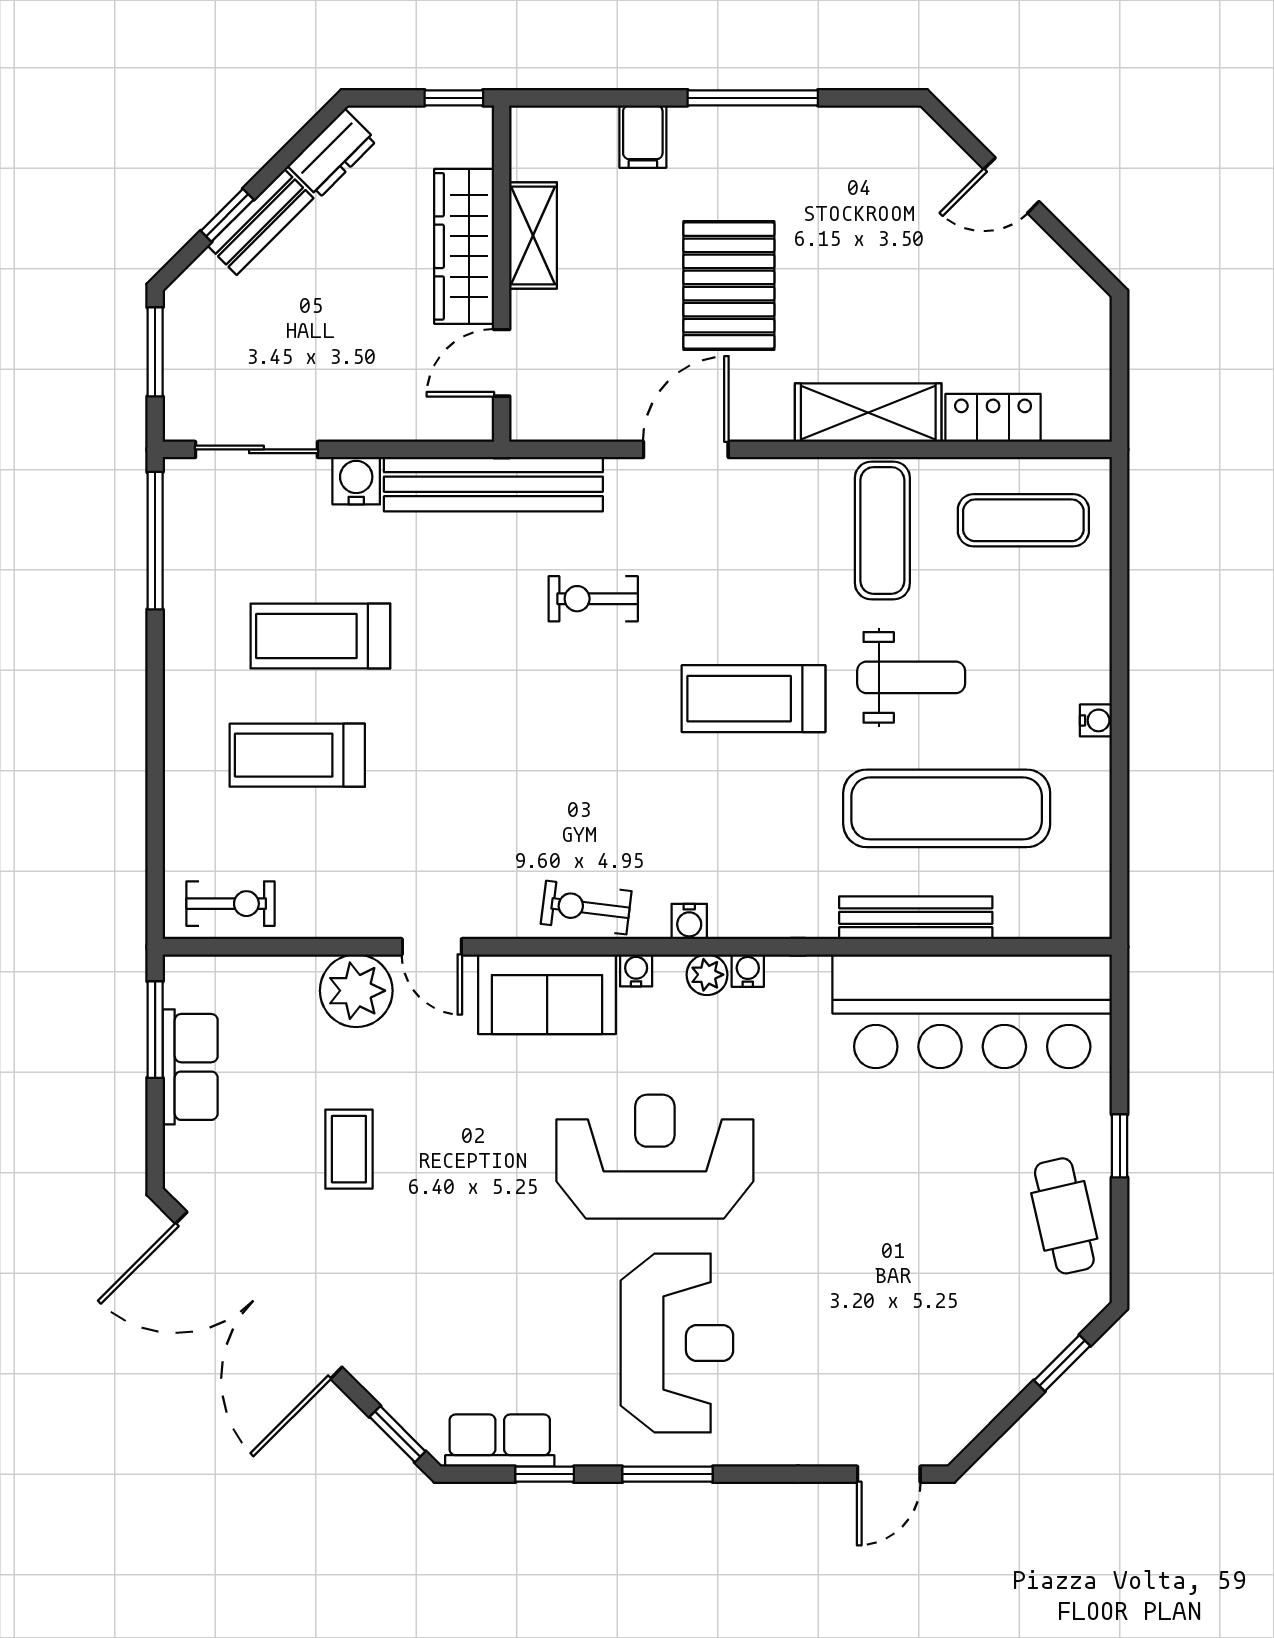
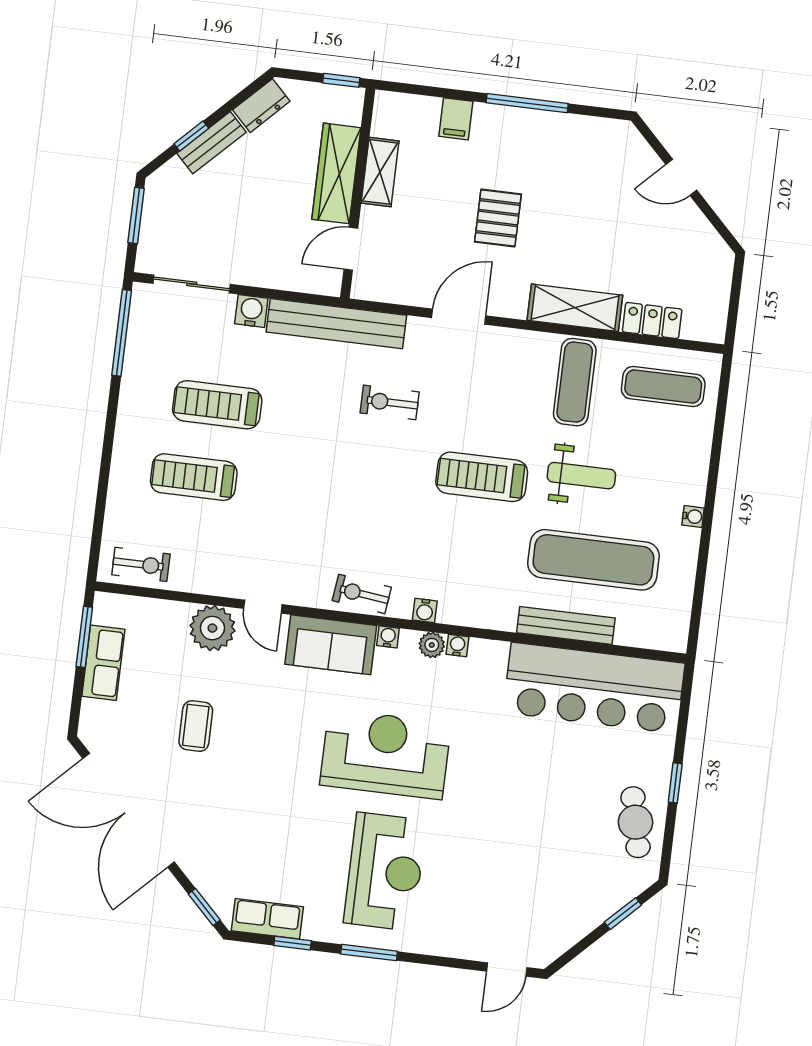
pallet: (729, 286) -> (498, 218), width x0.67, depth x0.71

